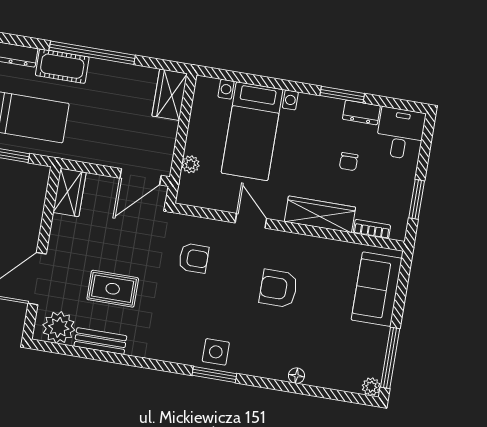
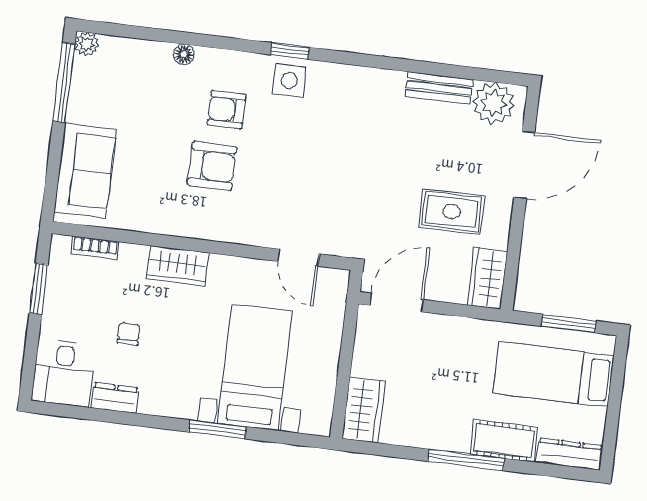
window: (92, 53) -> (466, 460), width x0.68
window: (342, 95) -> (218, 429), moved
plant: (190, 164) -> (333, 321), removed
wardrobe: (320, 214) -> (177, 266), width x0.67
door: (251, 221) -> (298, 258), moved
armchair: (194, 258) -> (227, 110), moved
rug: (113, 289) -> (452, 212), moved
window: (214, 375) -> (290, 51), width x0.67

